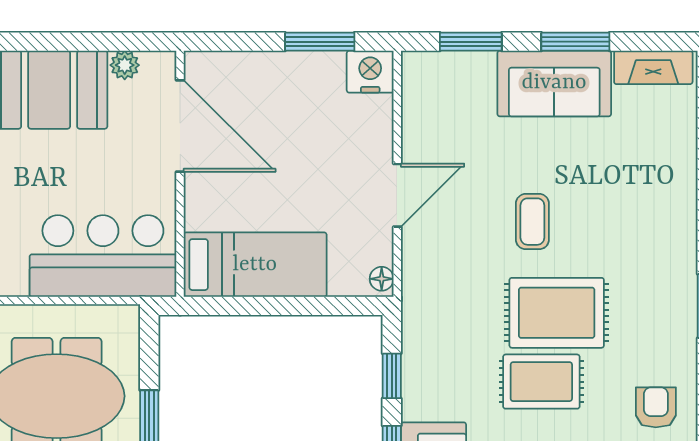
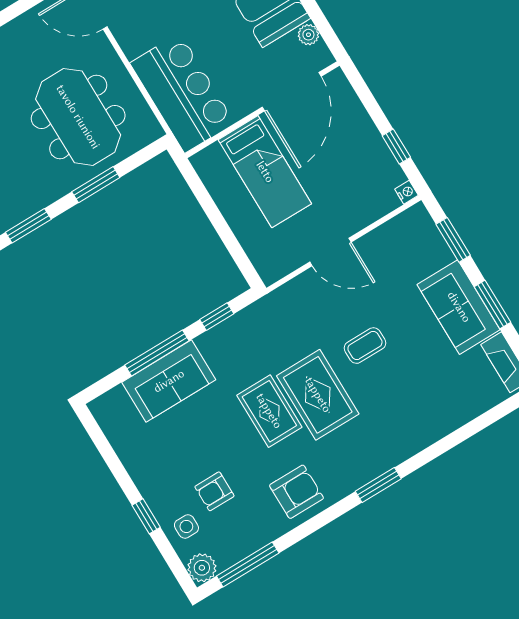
window: (320, 42) -> (396, 146), width x0.67
nightstand: (370, 72) -> (407, 192), width x0.53, depth x0.56
bed: (255, 265) -> (265, 172), moved
floor lamp: (382, 279) -> (273, 274), removed
armchair: (656, 407) -> (296, 492), width x1.38, depth x1.38

